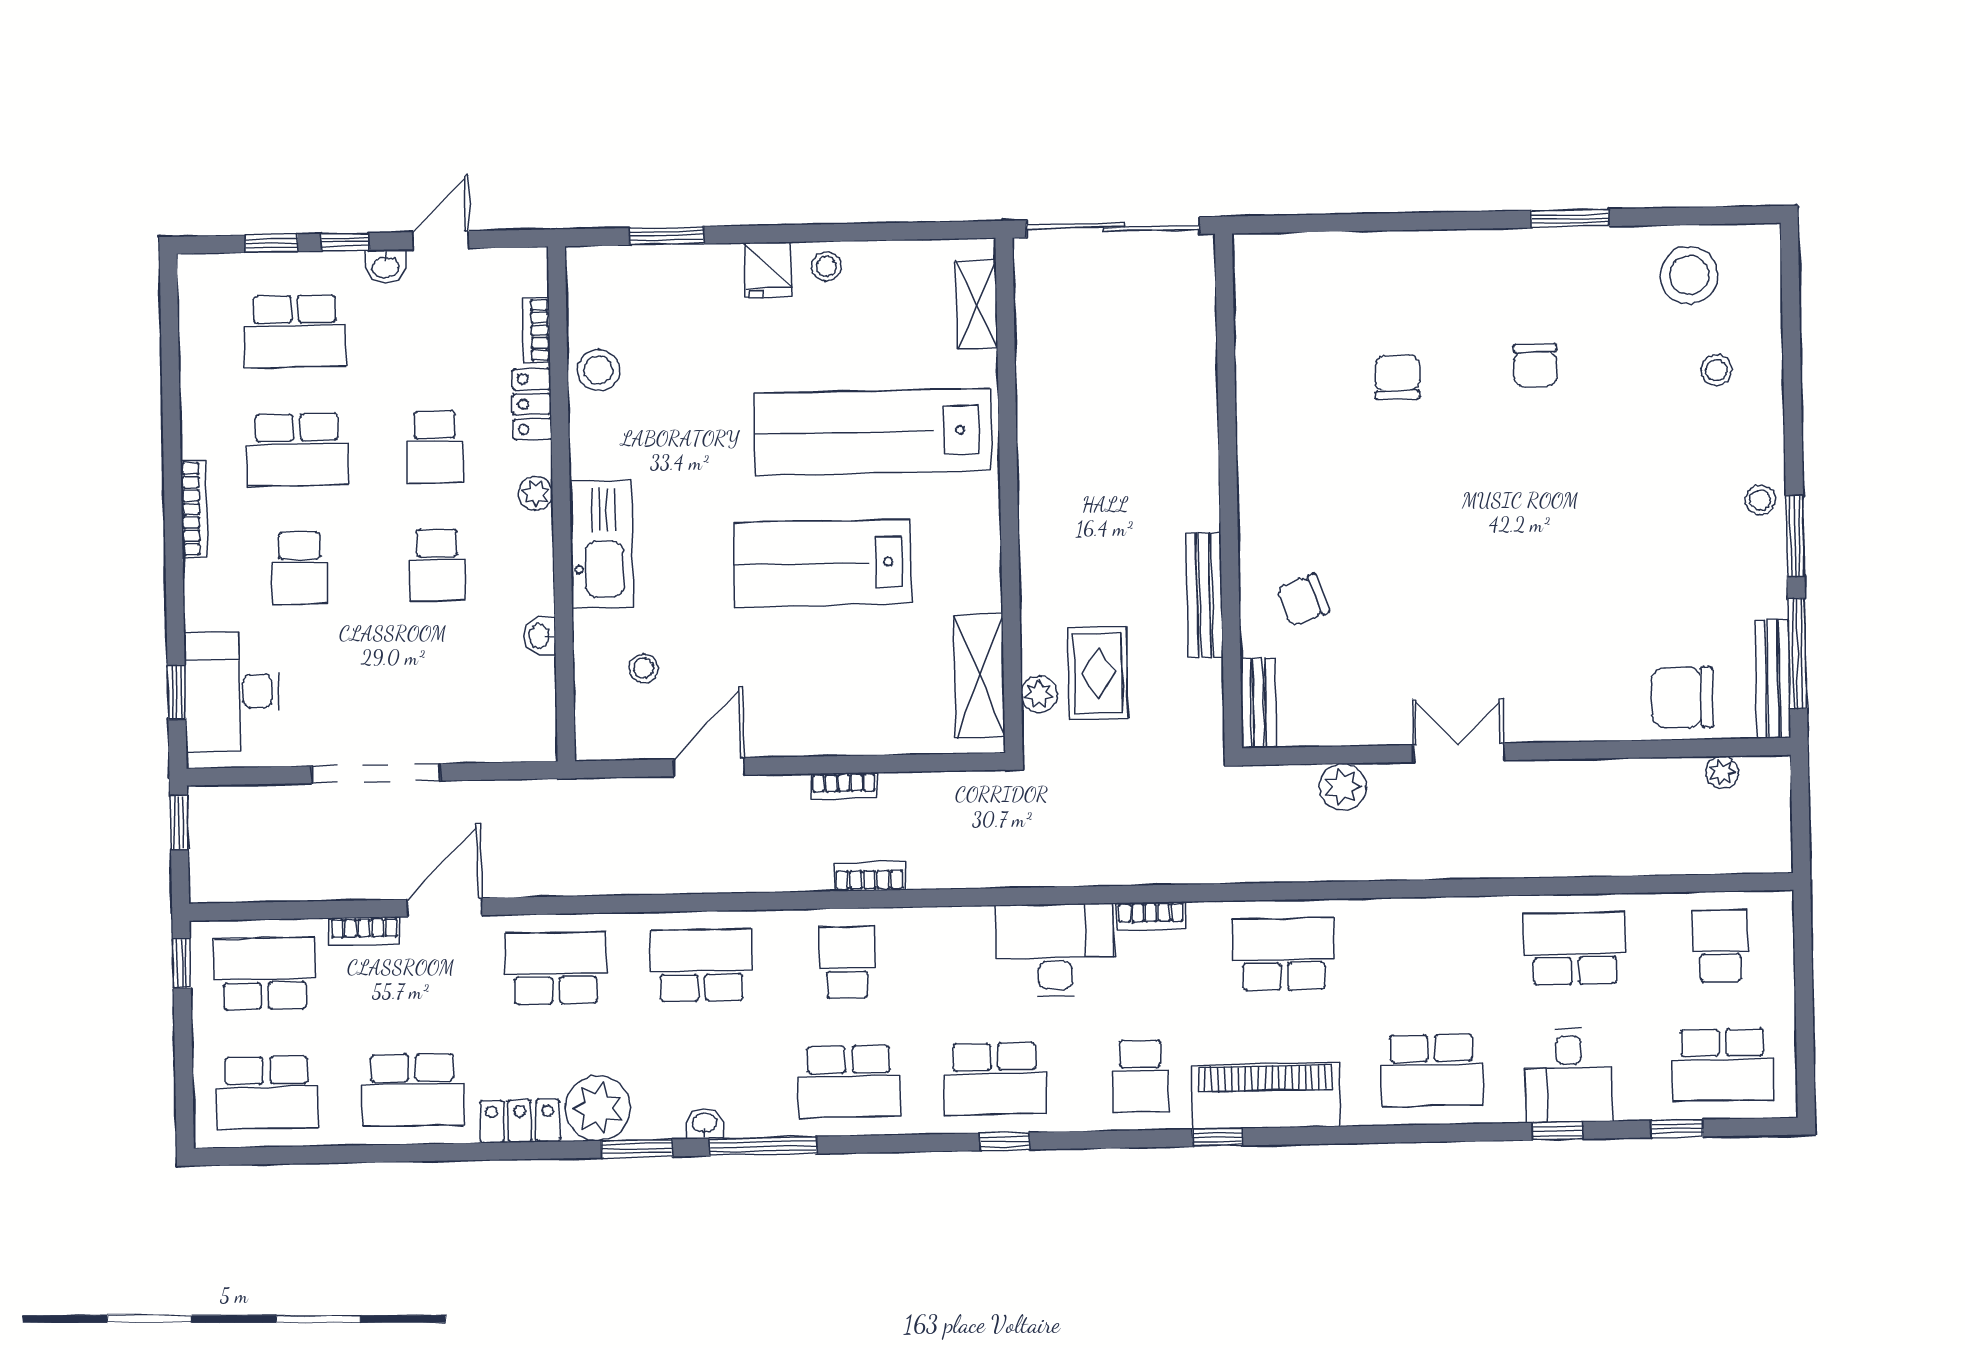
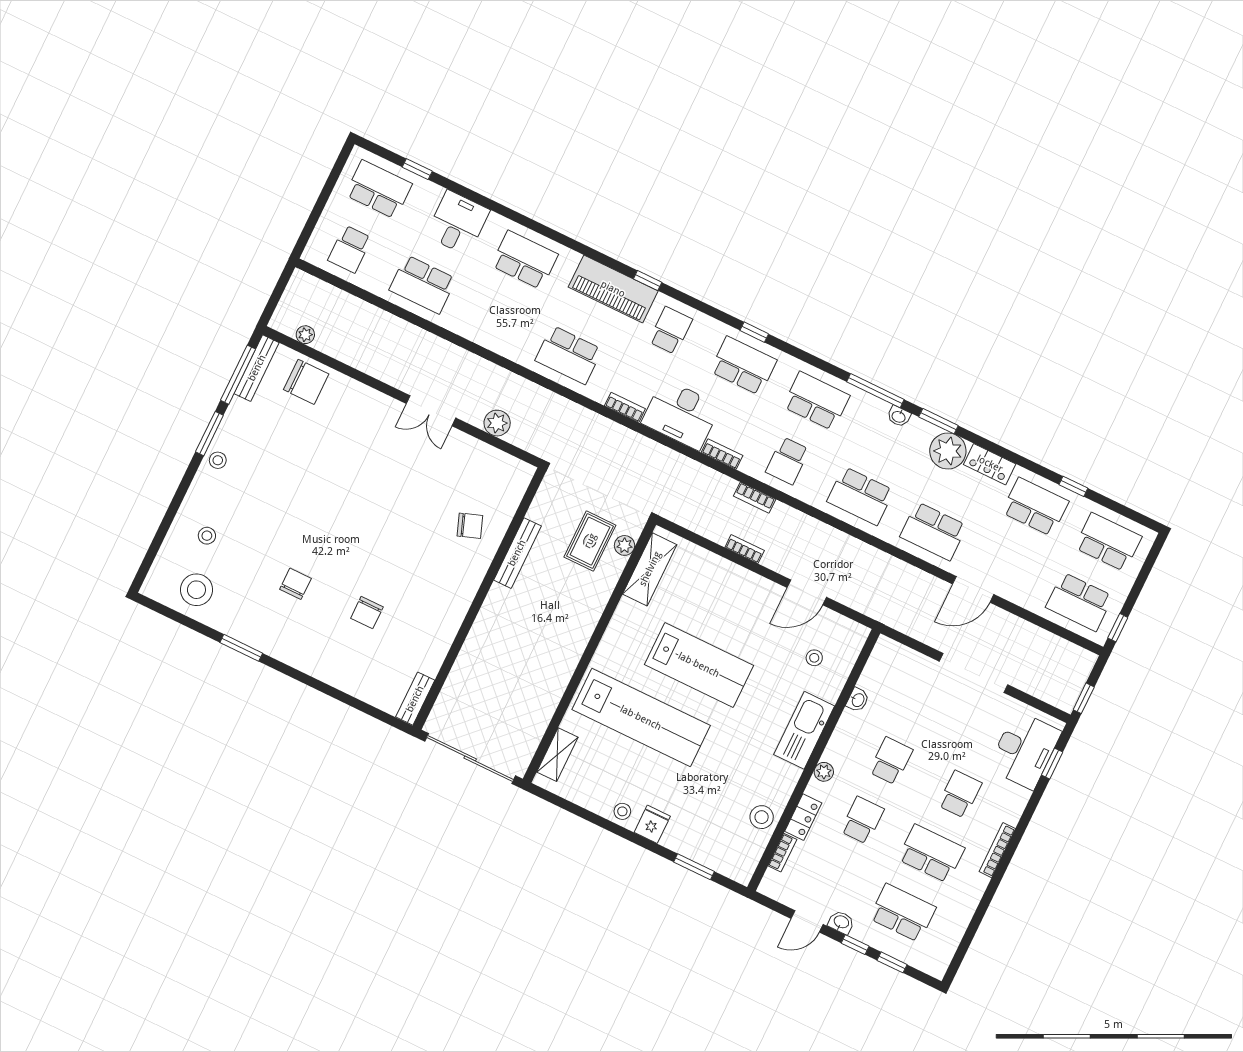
bench: (1258, 703) -> (415, 699), moved
bookcase: (364, 931) -> (722, 454), moved
window: (1557, 1131) -> (1073, 486), moved

